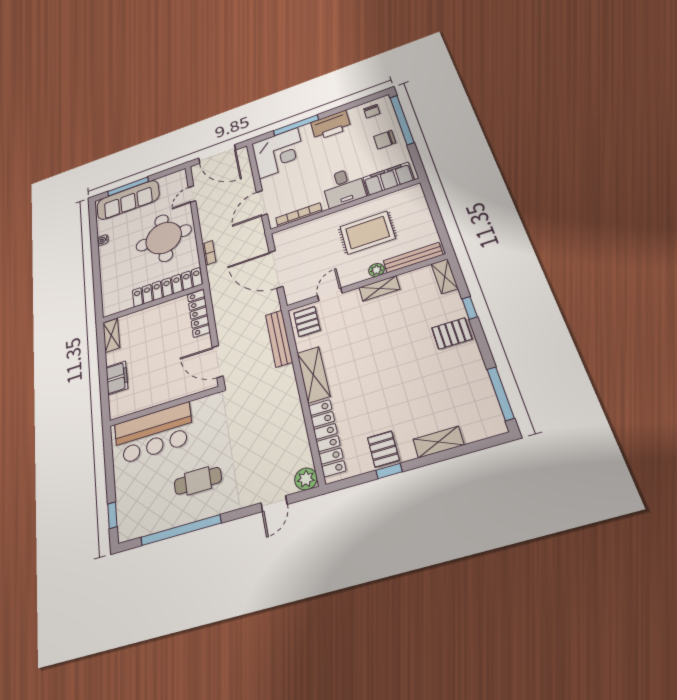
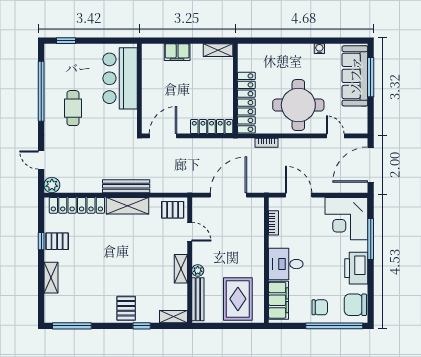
chair: (372, 111) -> (355, 305), width x1.87, depth x1.87
chair: (385, 140) -> (320, 307), turned 90
bookcase: (299, 215) -> (274, 223), width x0.64
rug: (367, 233) -> (238, 299), moved
bench: (279, 338) -> (126, 186), moved

